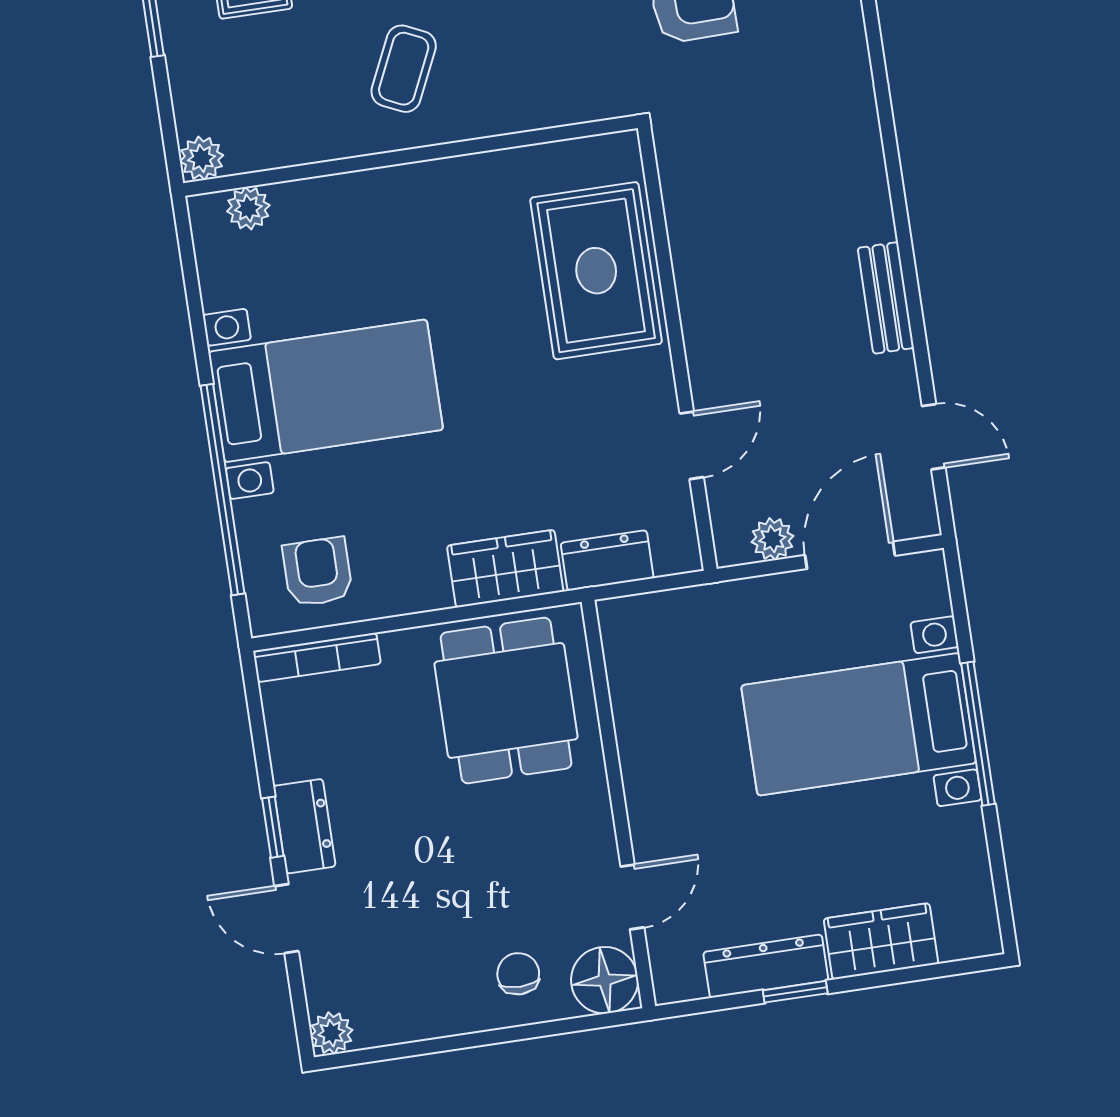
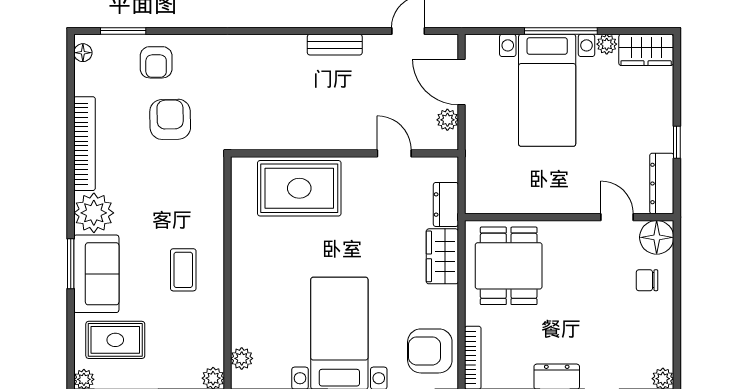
coffee table: (404, 69) -> (183, 270), turned 65
armchair: (318, 572) -> (430, 351), width x1.38, depth x1.38
dining table: (506, 700) -> (509, 266), turned 90
plant: (966, 827) -> (607, 44), added
wardrobe: (881, 941) -> (646, 50), moved, turned -90
dresser: (766, 966) -> (662, 183), moved

